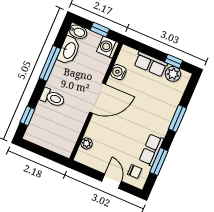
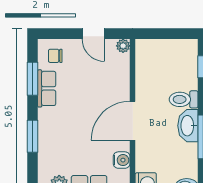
washbasin: (69, 50) -> (188, 126), moved
plant: (86, 143) -> (123, 46), moved
door: (112, 181) -> (93, 34), moved

